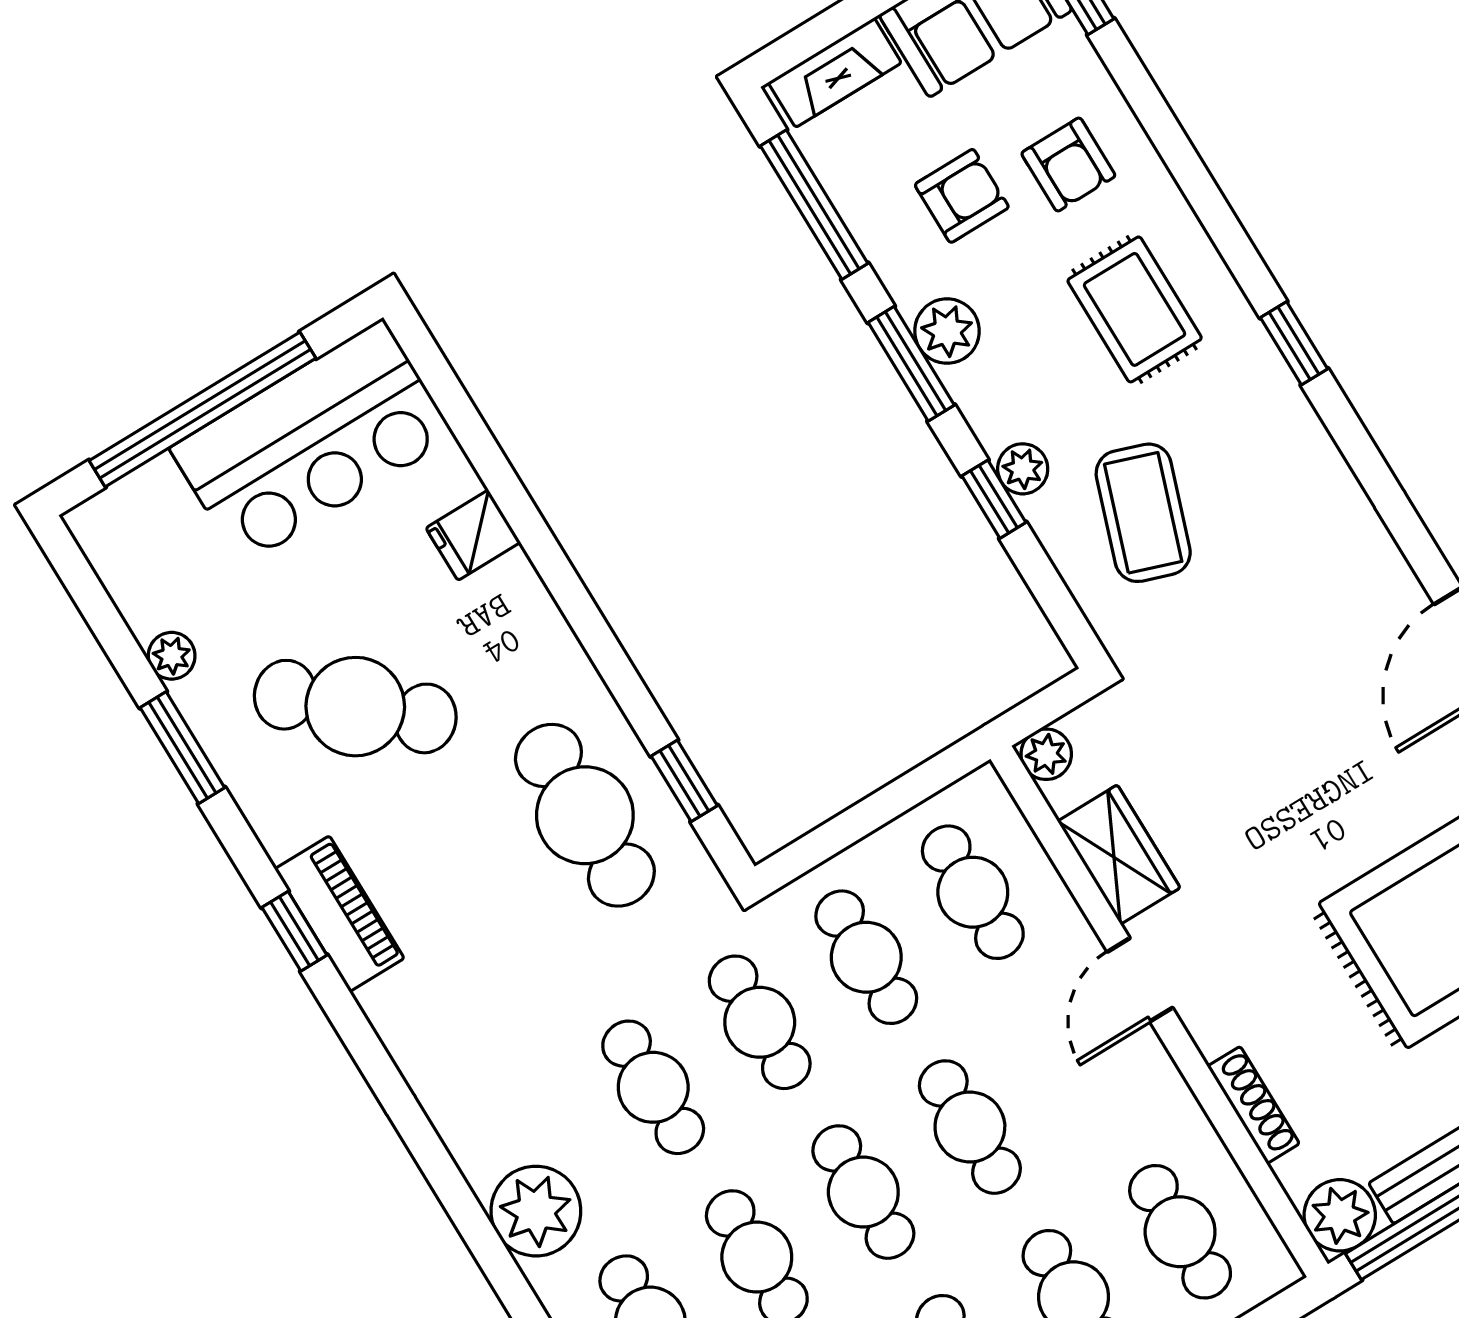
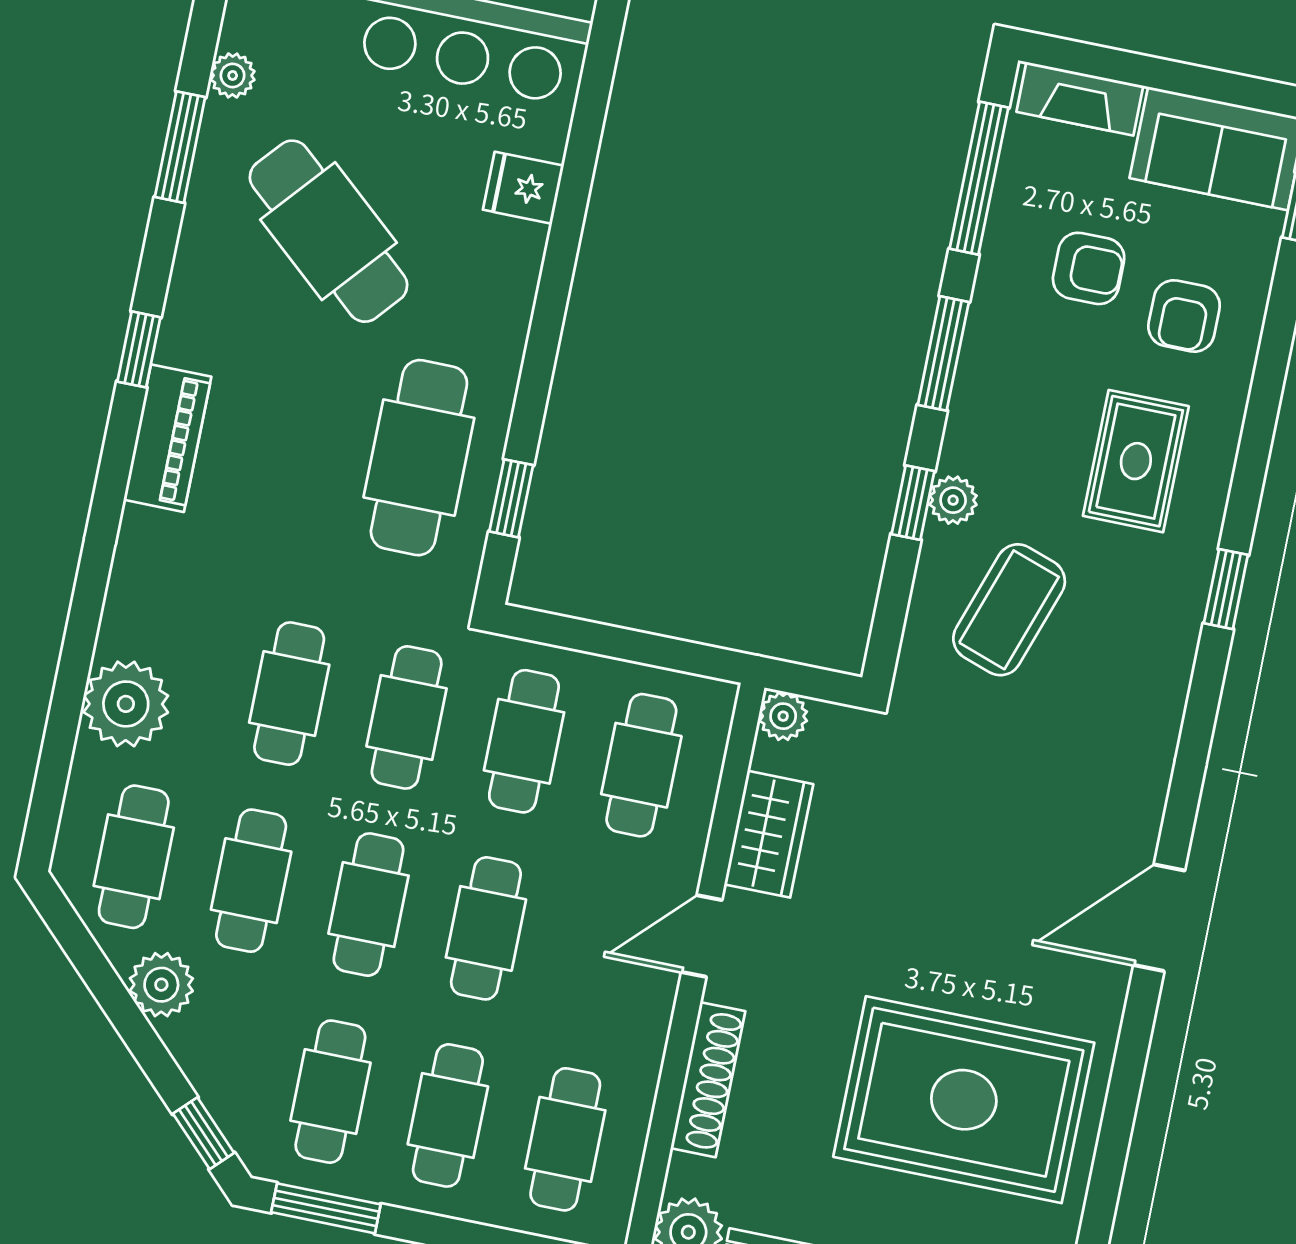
plant: (947, 331) -> (990, 354), removed
piano: (339, 914) -> (167, 438), moved
shoe rack: (1253, 1105) -> (708, 1080), width x1.36, depth x1.24

